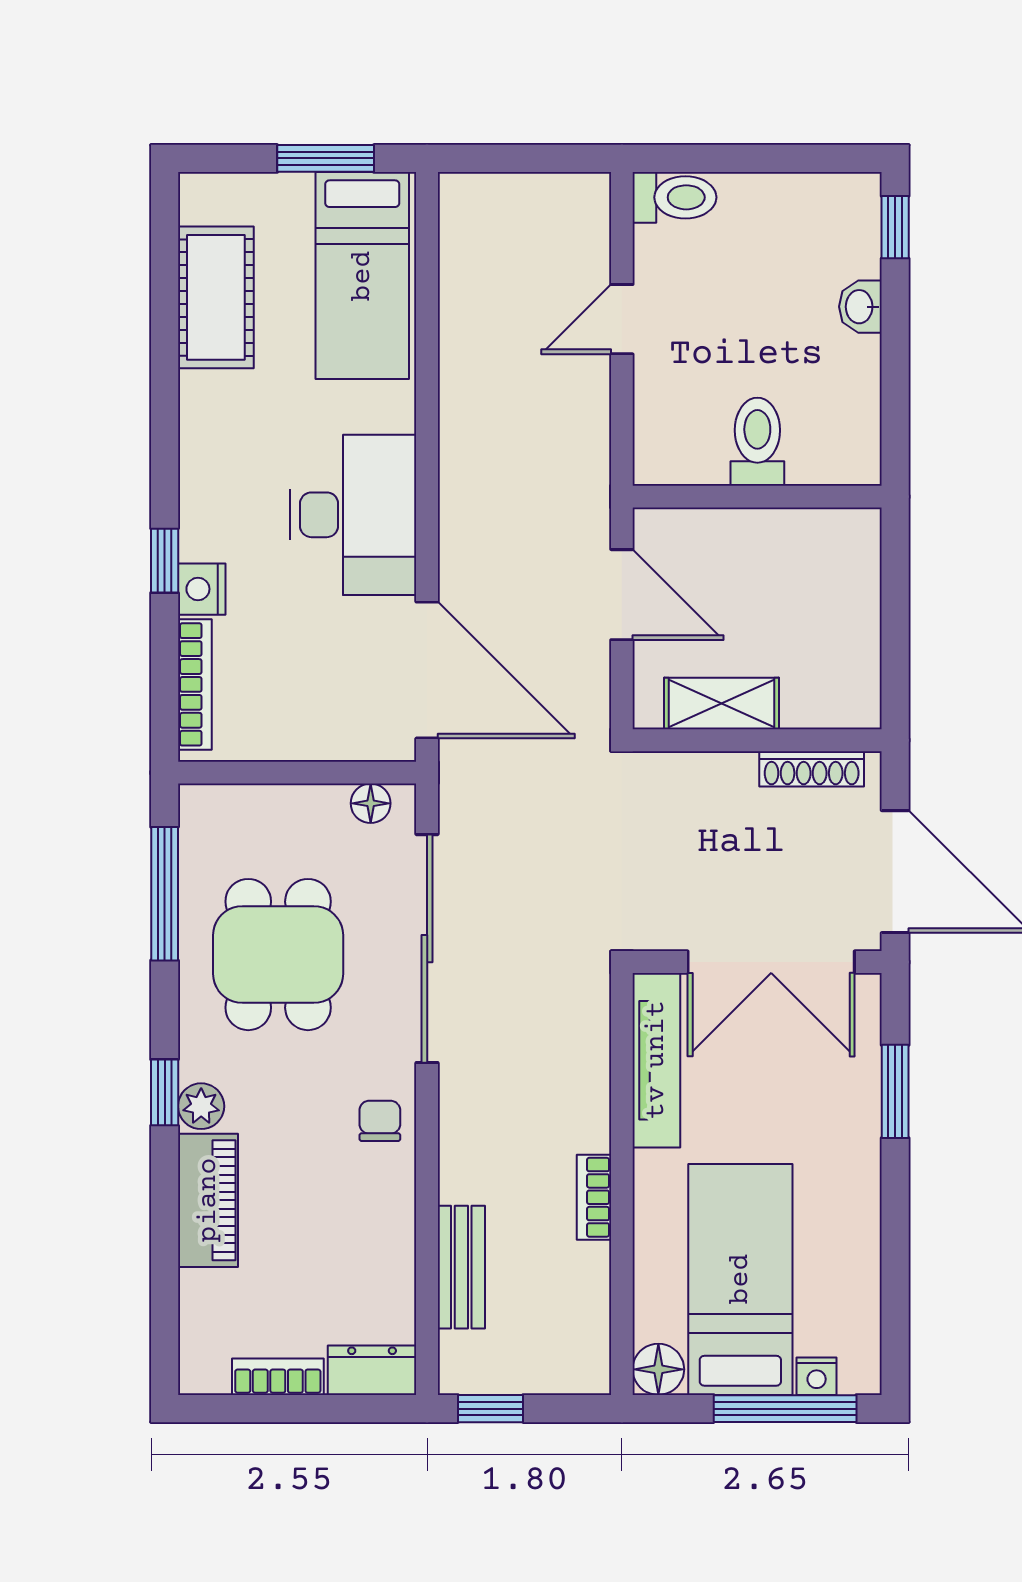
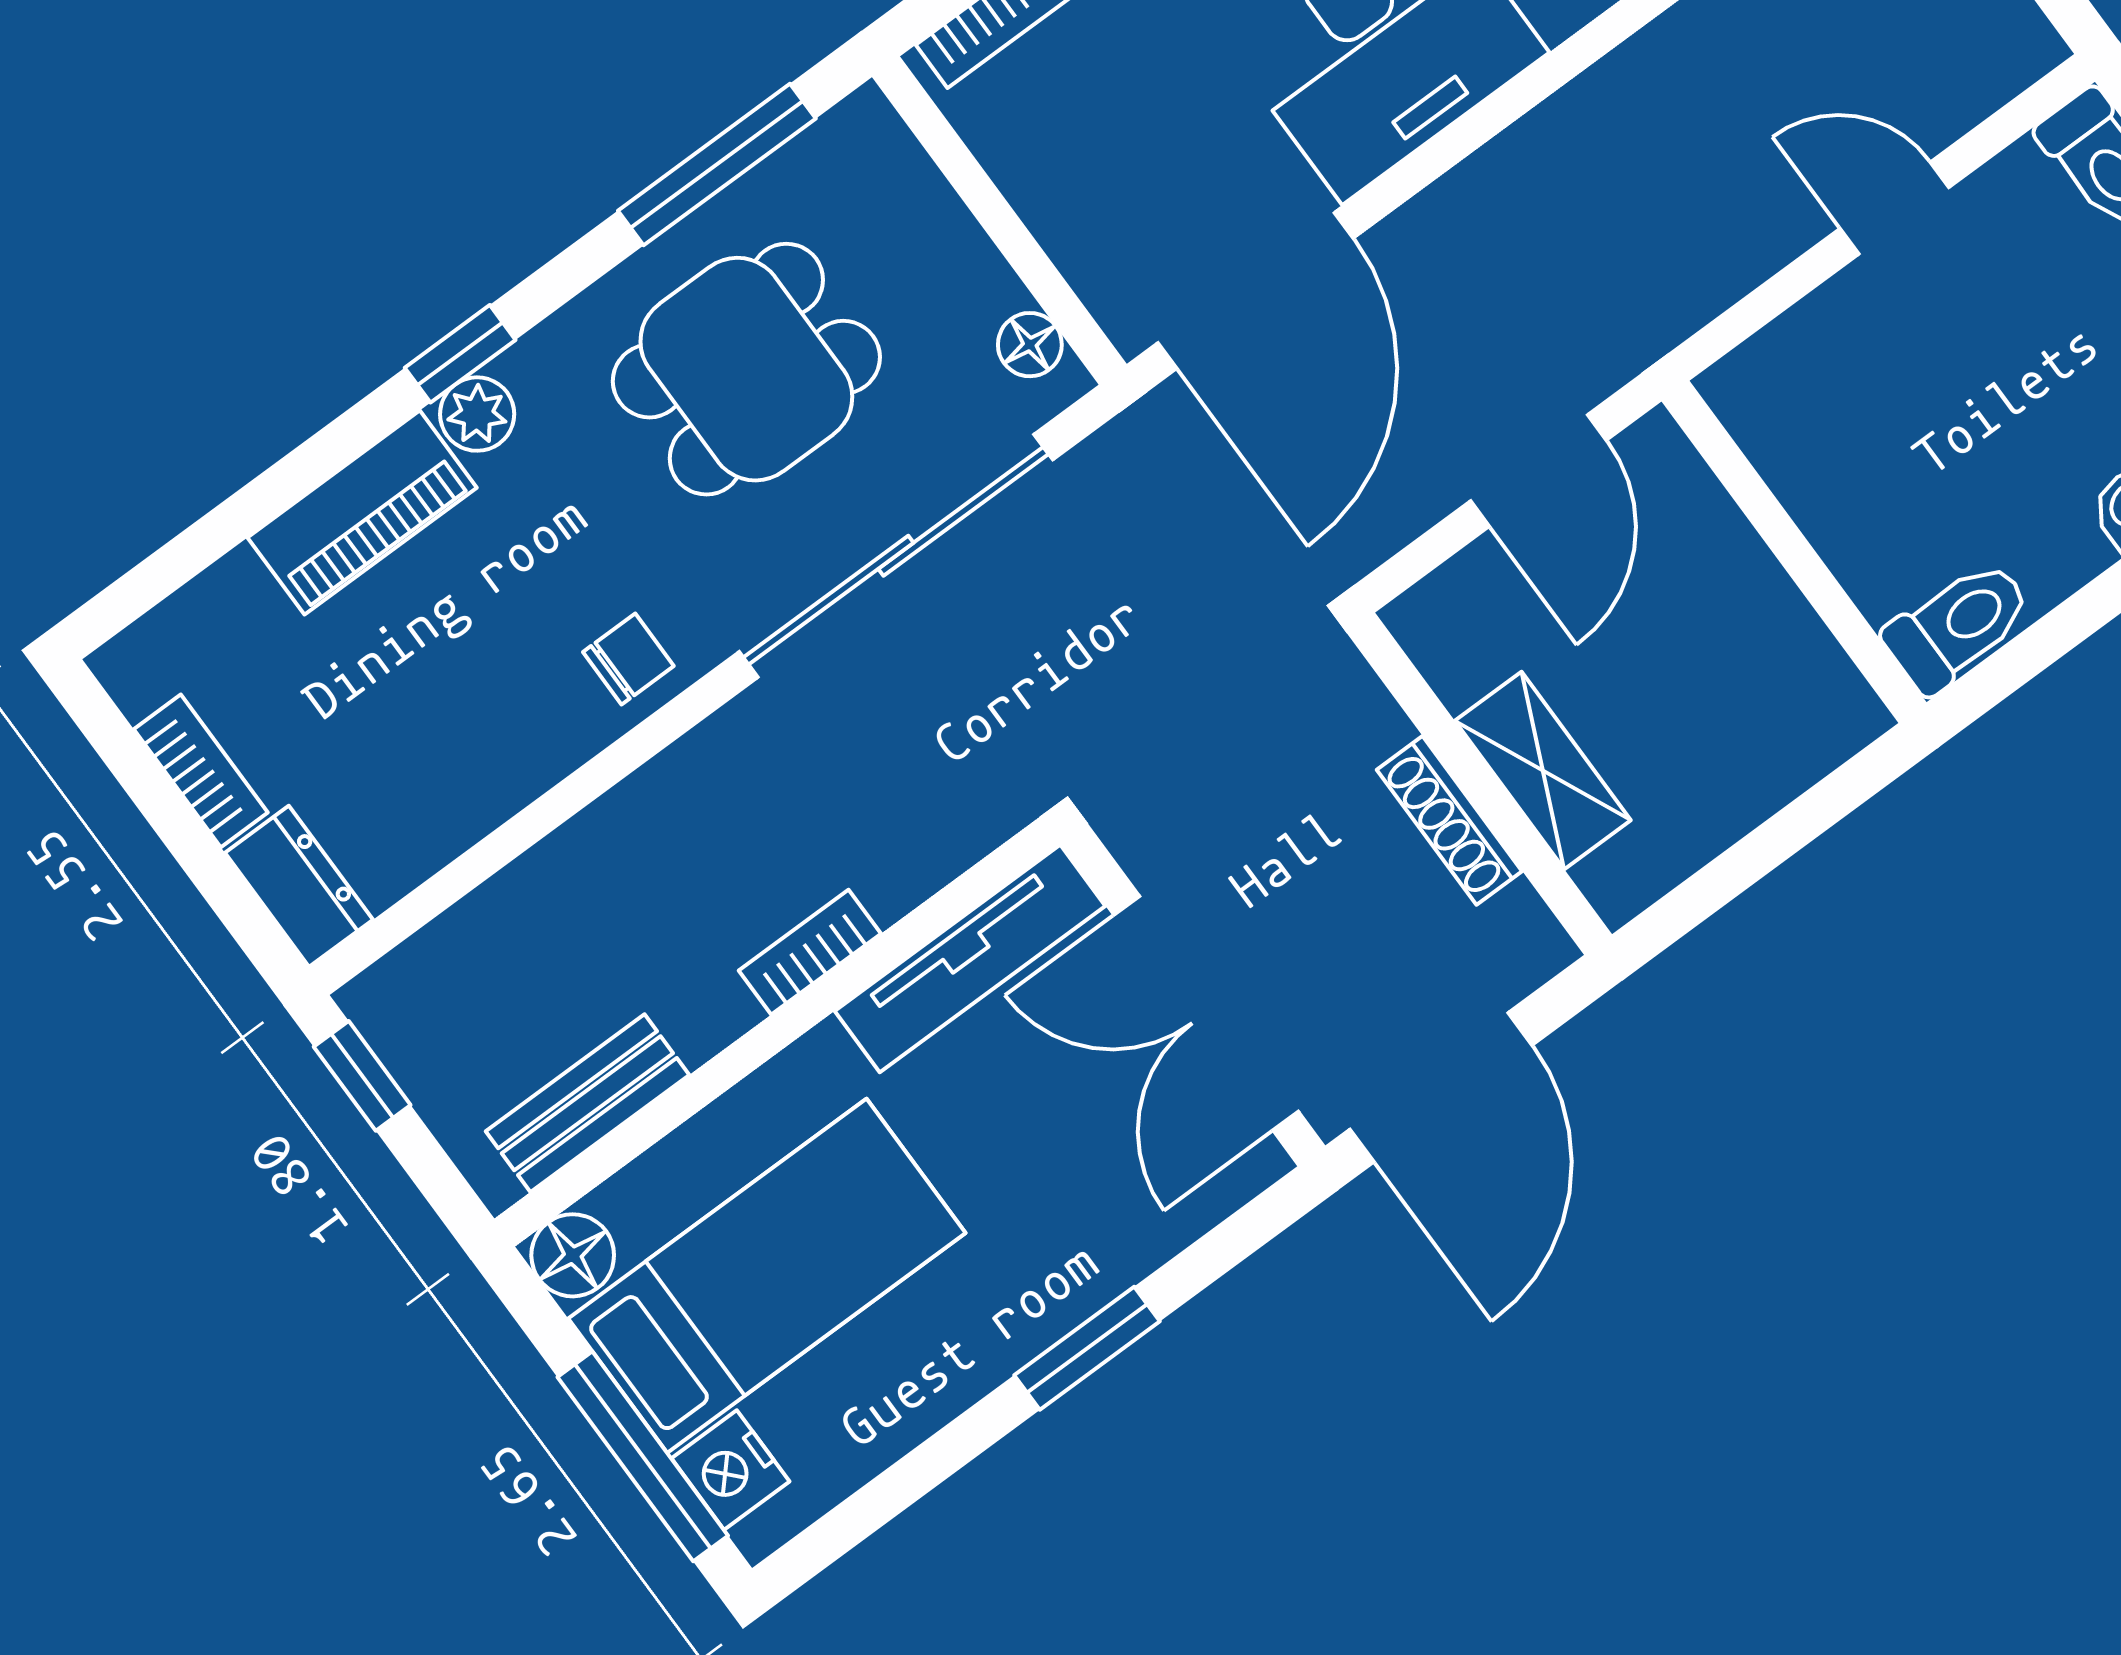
toilet: (757, 442) -> (1958, 626), moved
shelving: (721, 704) -> (1543, 771), moved
shoe rack: (812, 769) -> (1449, 820), moved
window: (895, 1091) -> (1087, 1348), moved
bookcase: (594, 1197) -> (810, 952), moved
bench: (461, 1267) -> (587, 1103), moved
nightstand: (817, 1376) -> (730, 1470), width x1.39, depth x1.35

